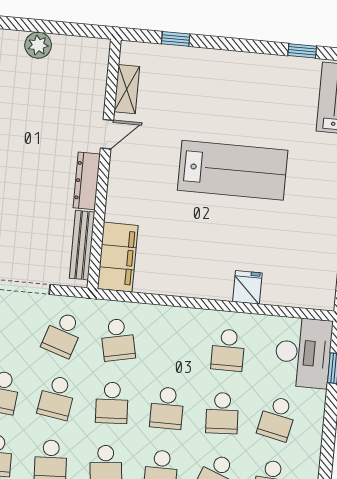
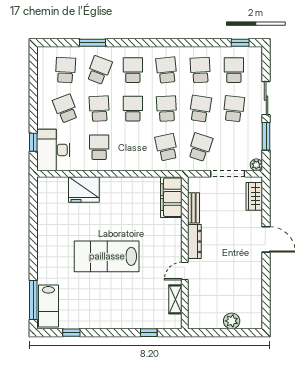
bench: (82, 245) -> (194, 208), width x0.73
fridge: (247, 287) -> (84, 190), width x1.88, depth x1.34
school desk: (277, 418) -> (65, 109), turned -33

